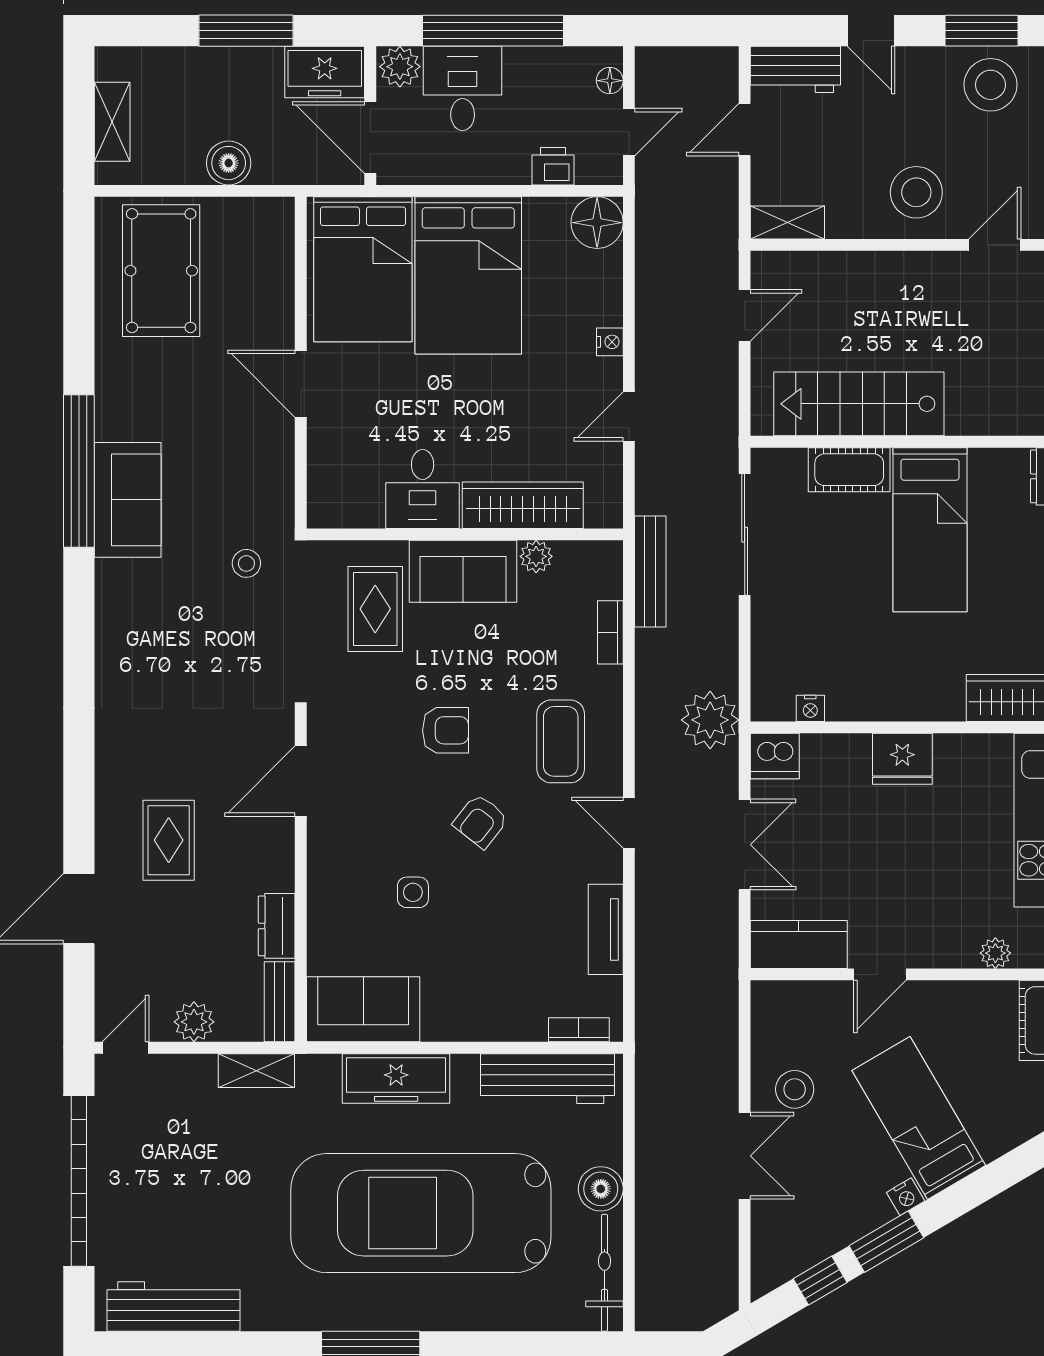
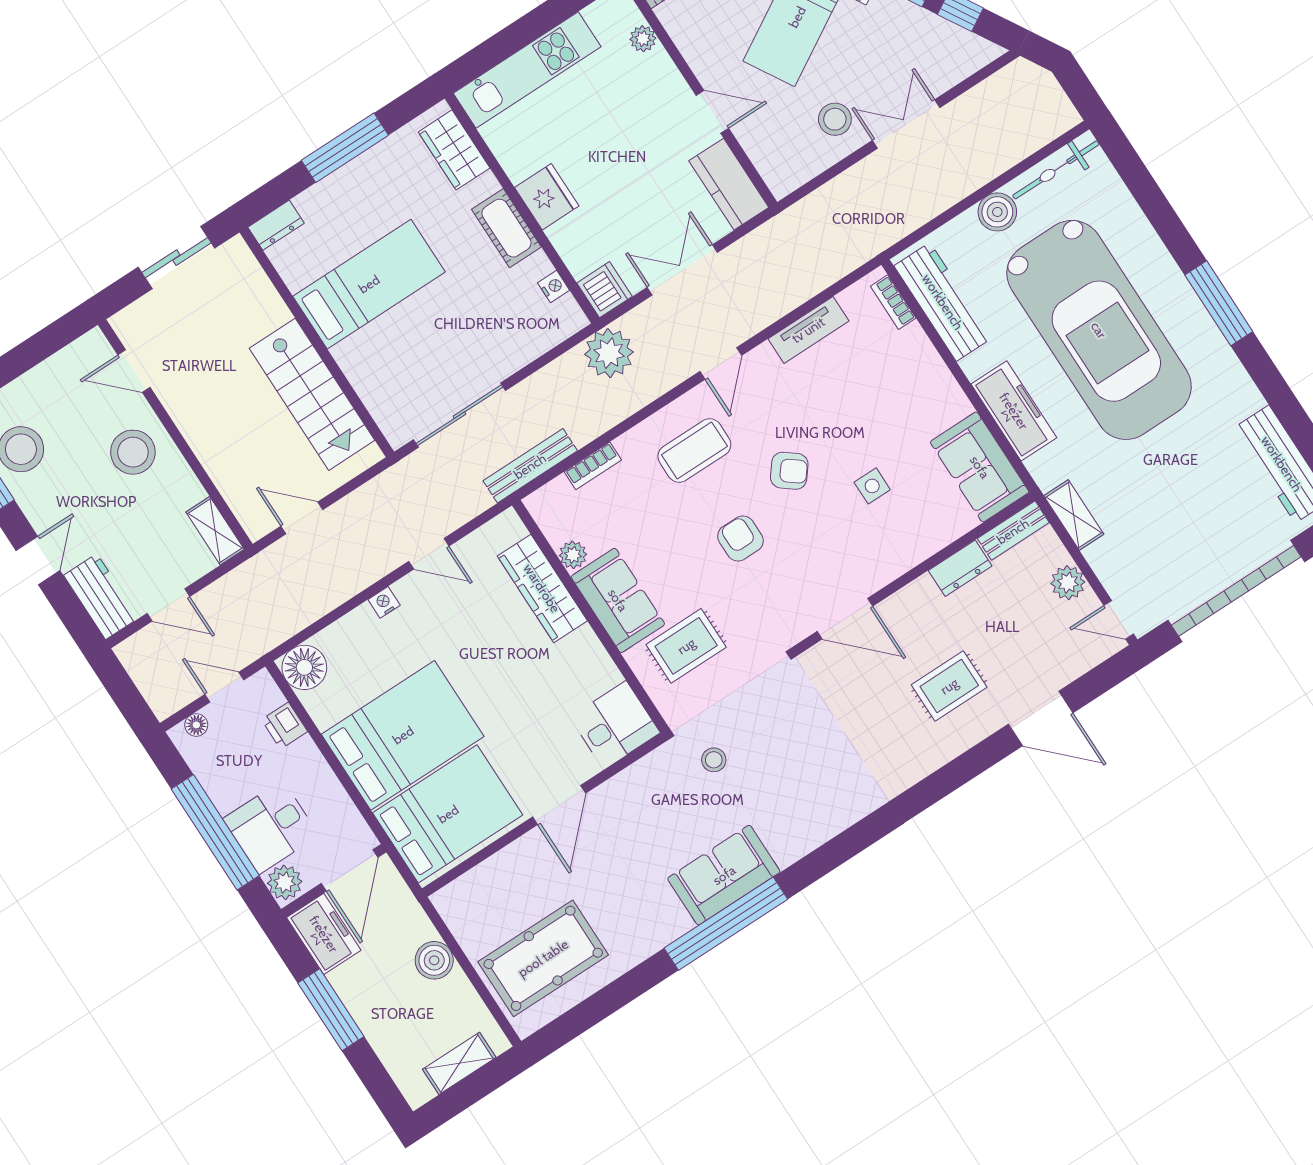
cot: (849, 470) -> (506, 228), moved
desk: (423, 489) -> (615, 725), moved

